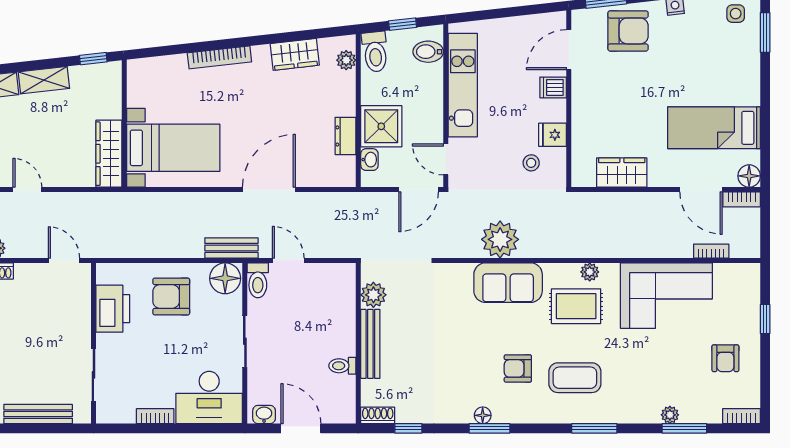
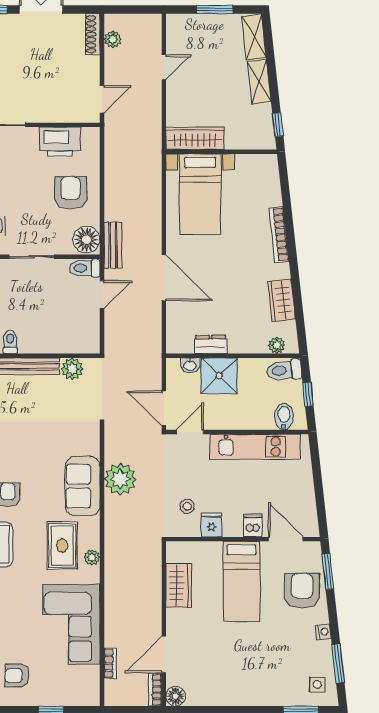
armchair: (628, 31) -> (302, 591), turned 180
bed: (714, 128) -> (241, 582), moved, turned 180

